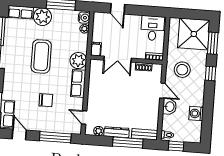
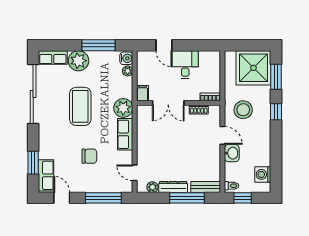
desk: (153, 28) -> (185, 65), moved
washing machine: (196, 114) -> (263, 174), moved

